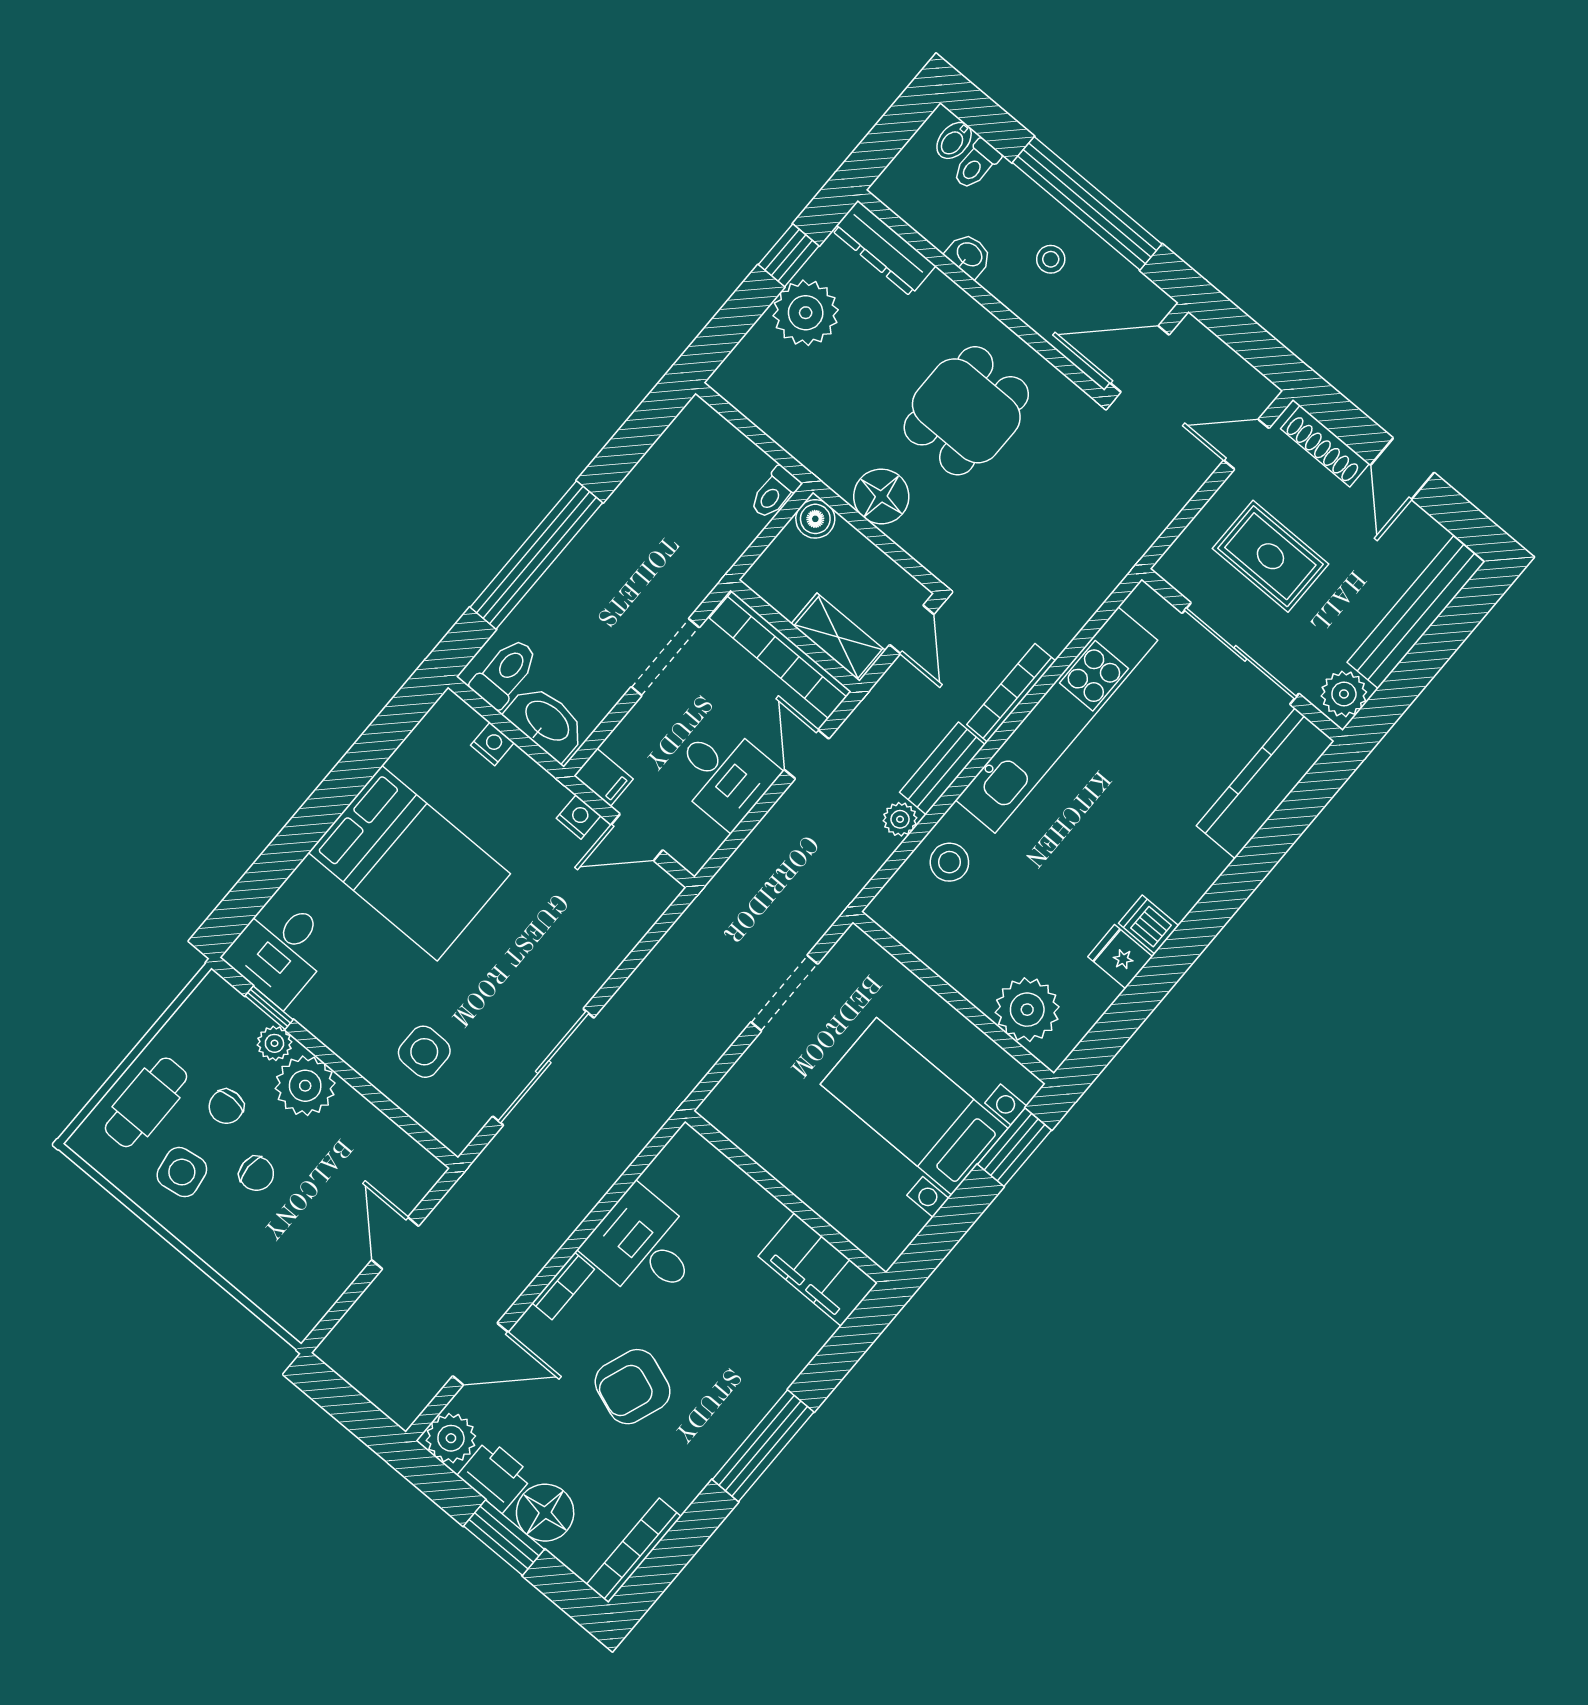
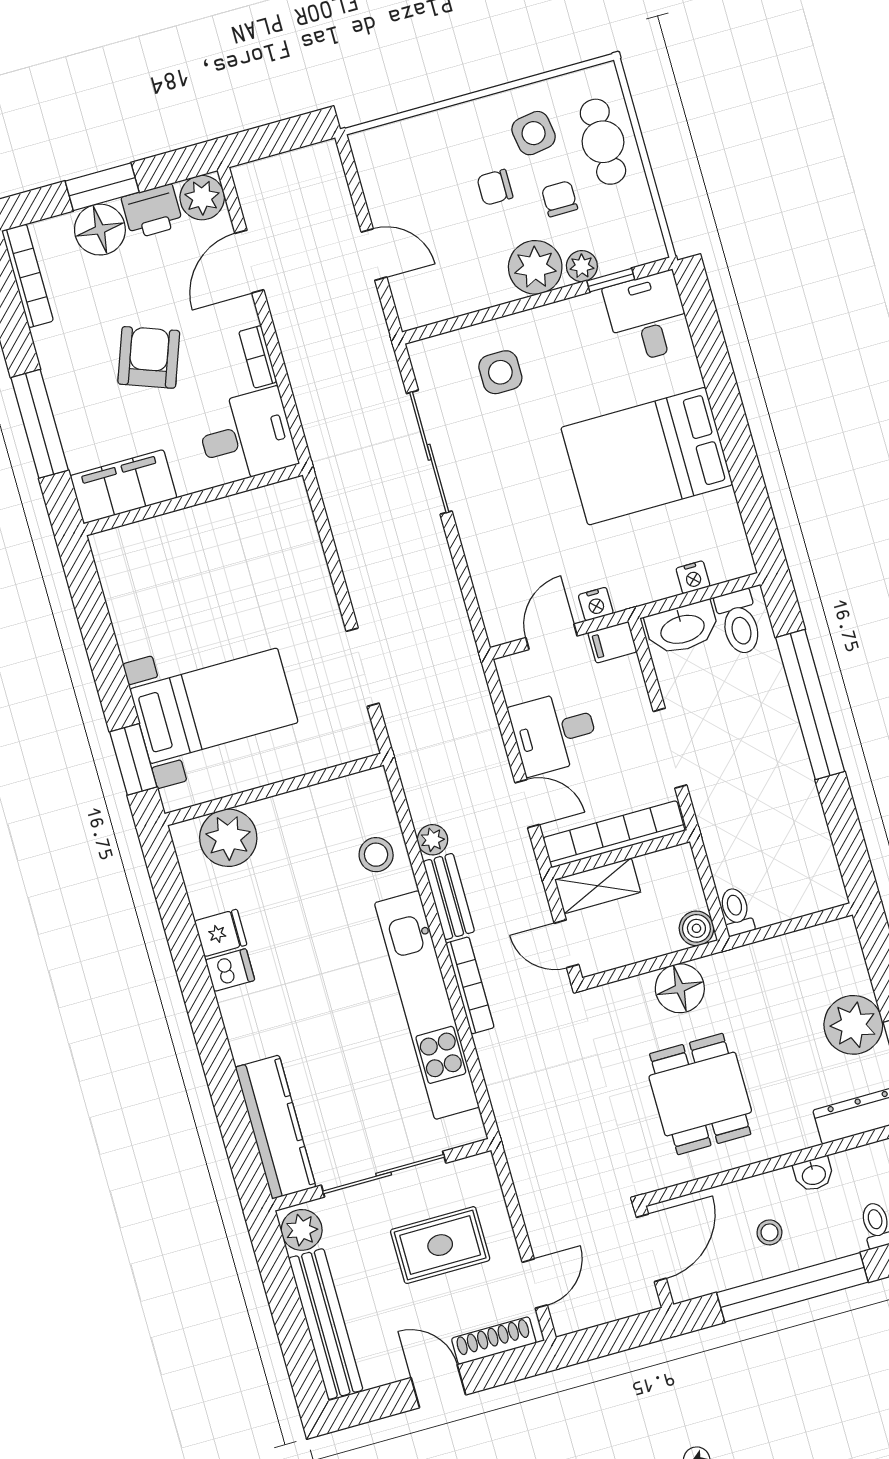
wall: (786, 1197) -> (193, 499), moved
filing cabinet: (818, 1270) -> (123, 487), moved

